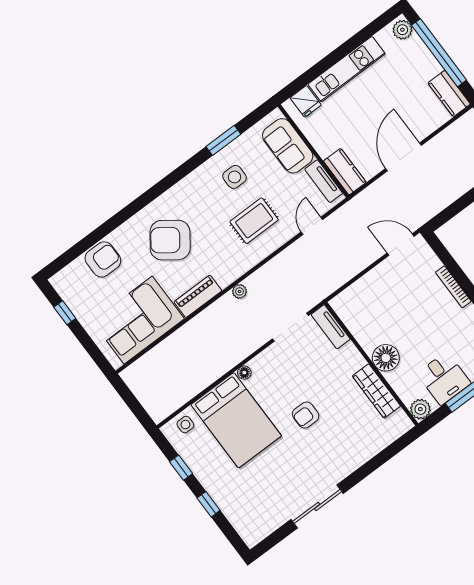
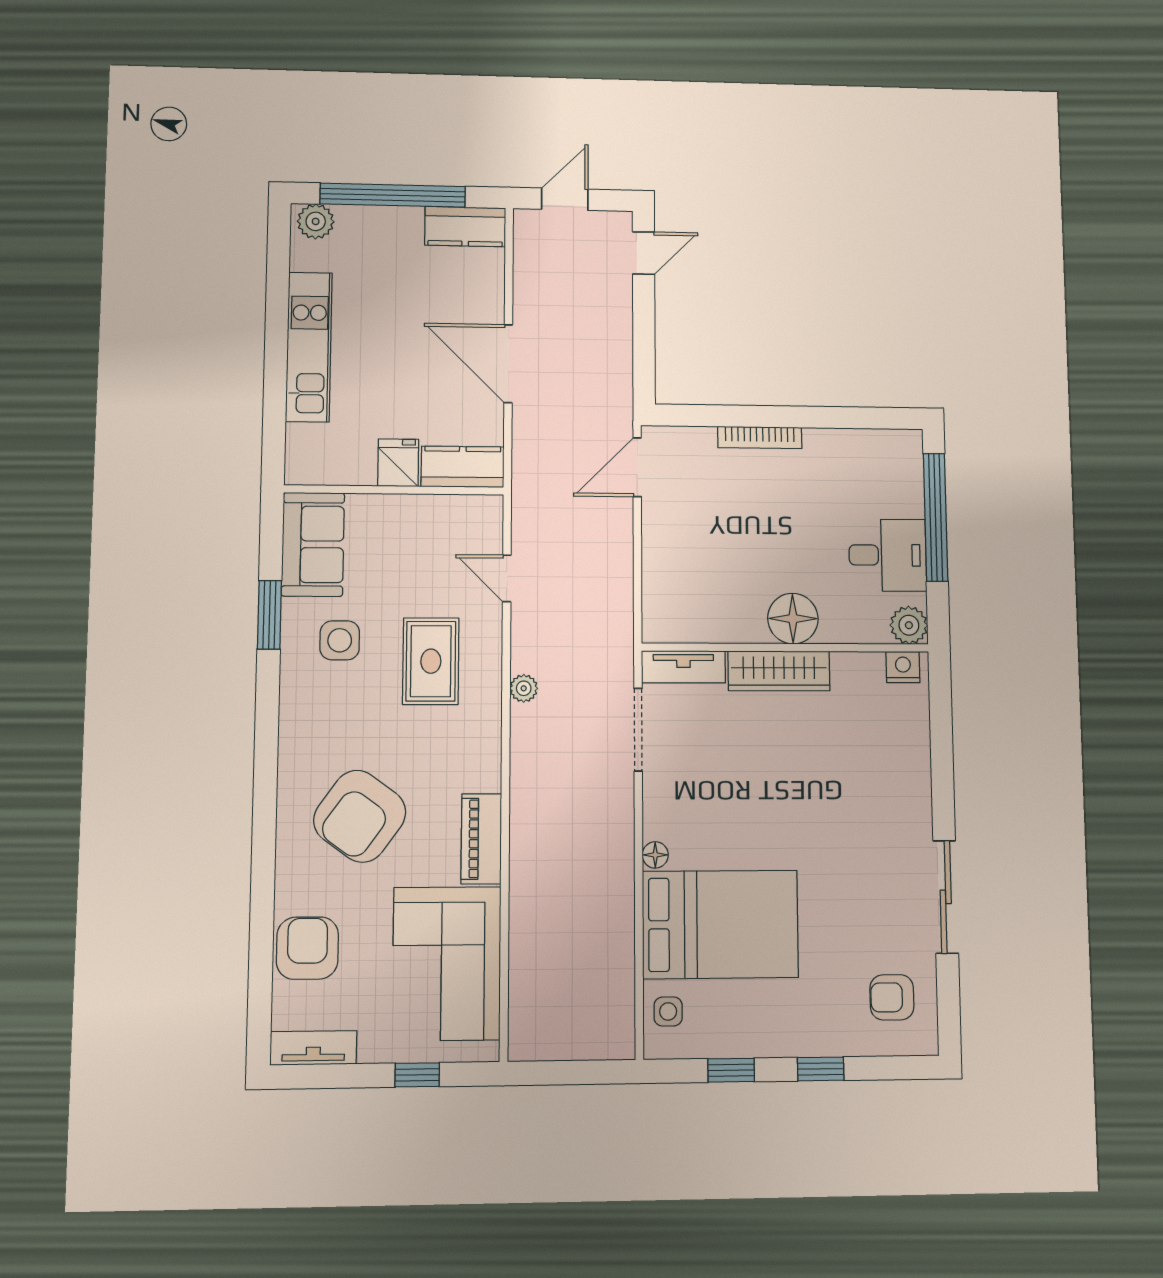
fridge: (306, 101) -> (398, 463), moved, turned -90
sofa: (288, 146) -> (313, 544), moved, turned -90
tv unit: (324, 181) -> (313, 1048), moved, turned 180
plant: (240, 291) -> (524, 688), moved
window: (65, 313) -> (417, 1075), moved
wardrobe: (376, 391) -> (779, 671), moved
armchair: (306, 415) -> (892, 997), moved, turned 90
nightstand: (400, 419) -> (903, 667), added

